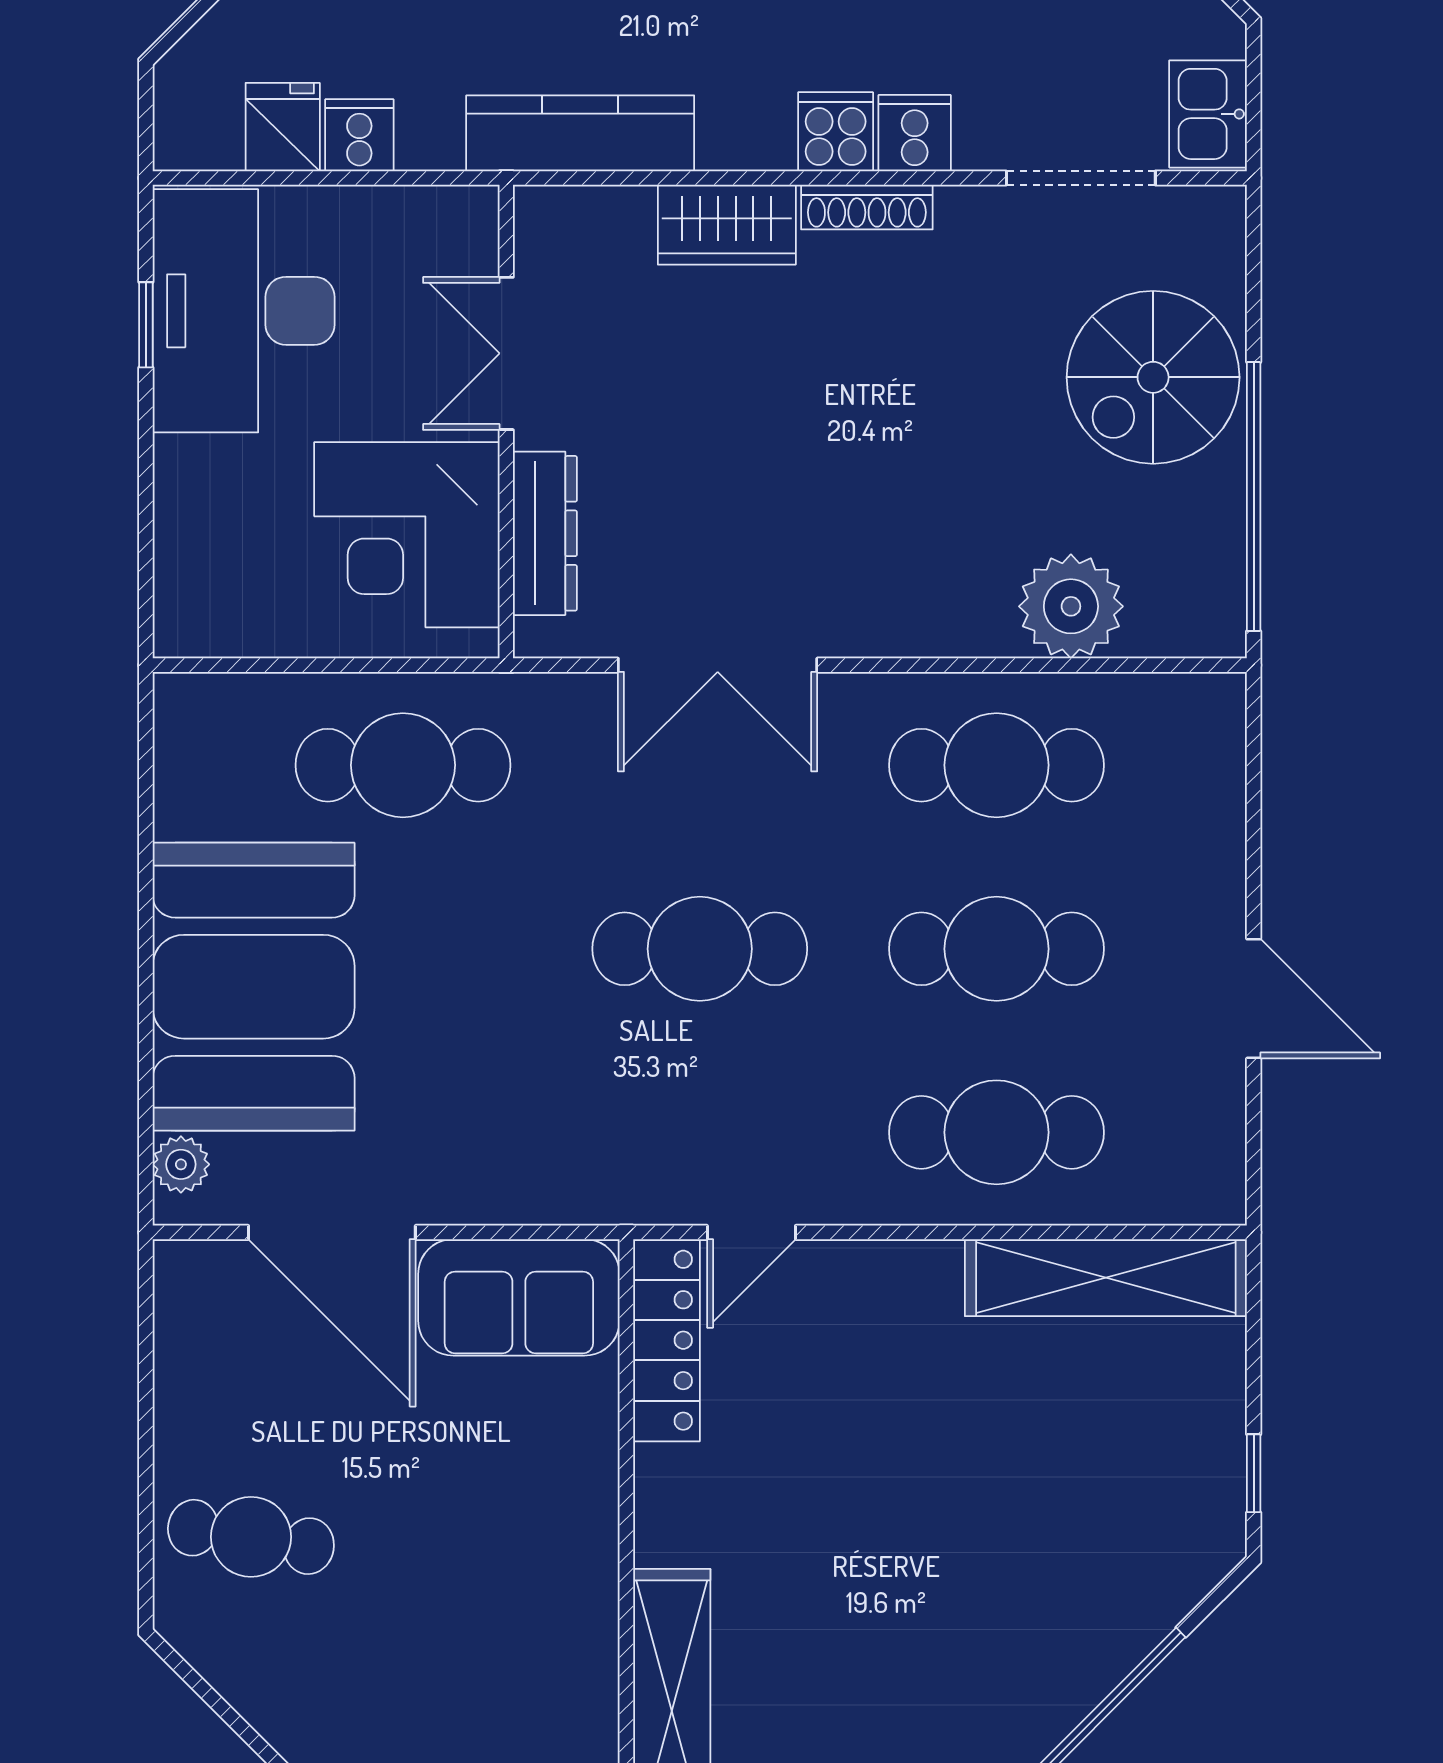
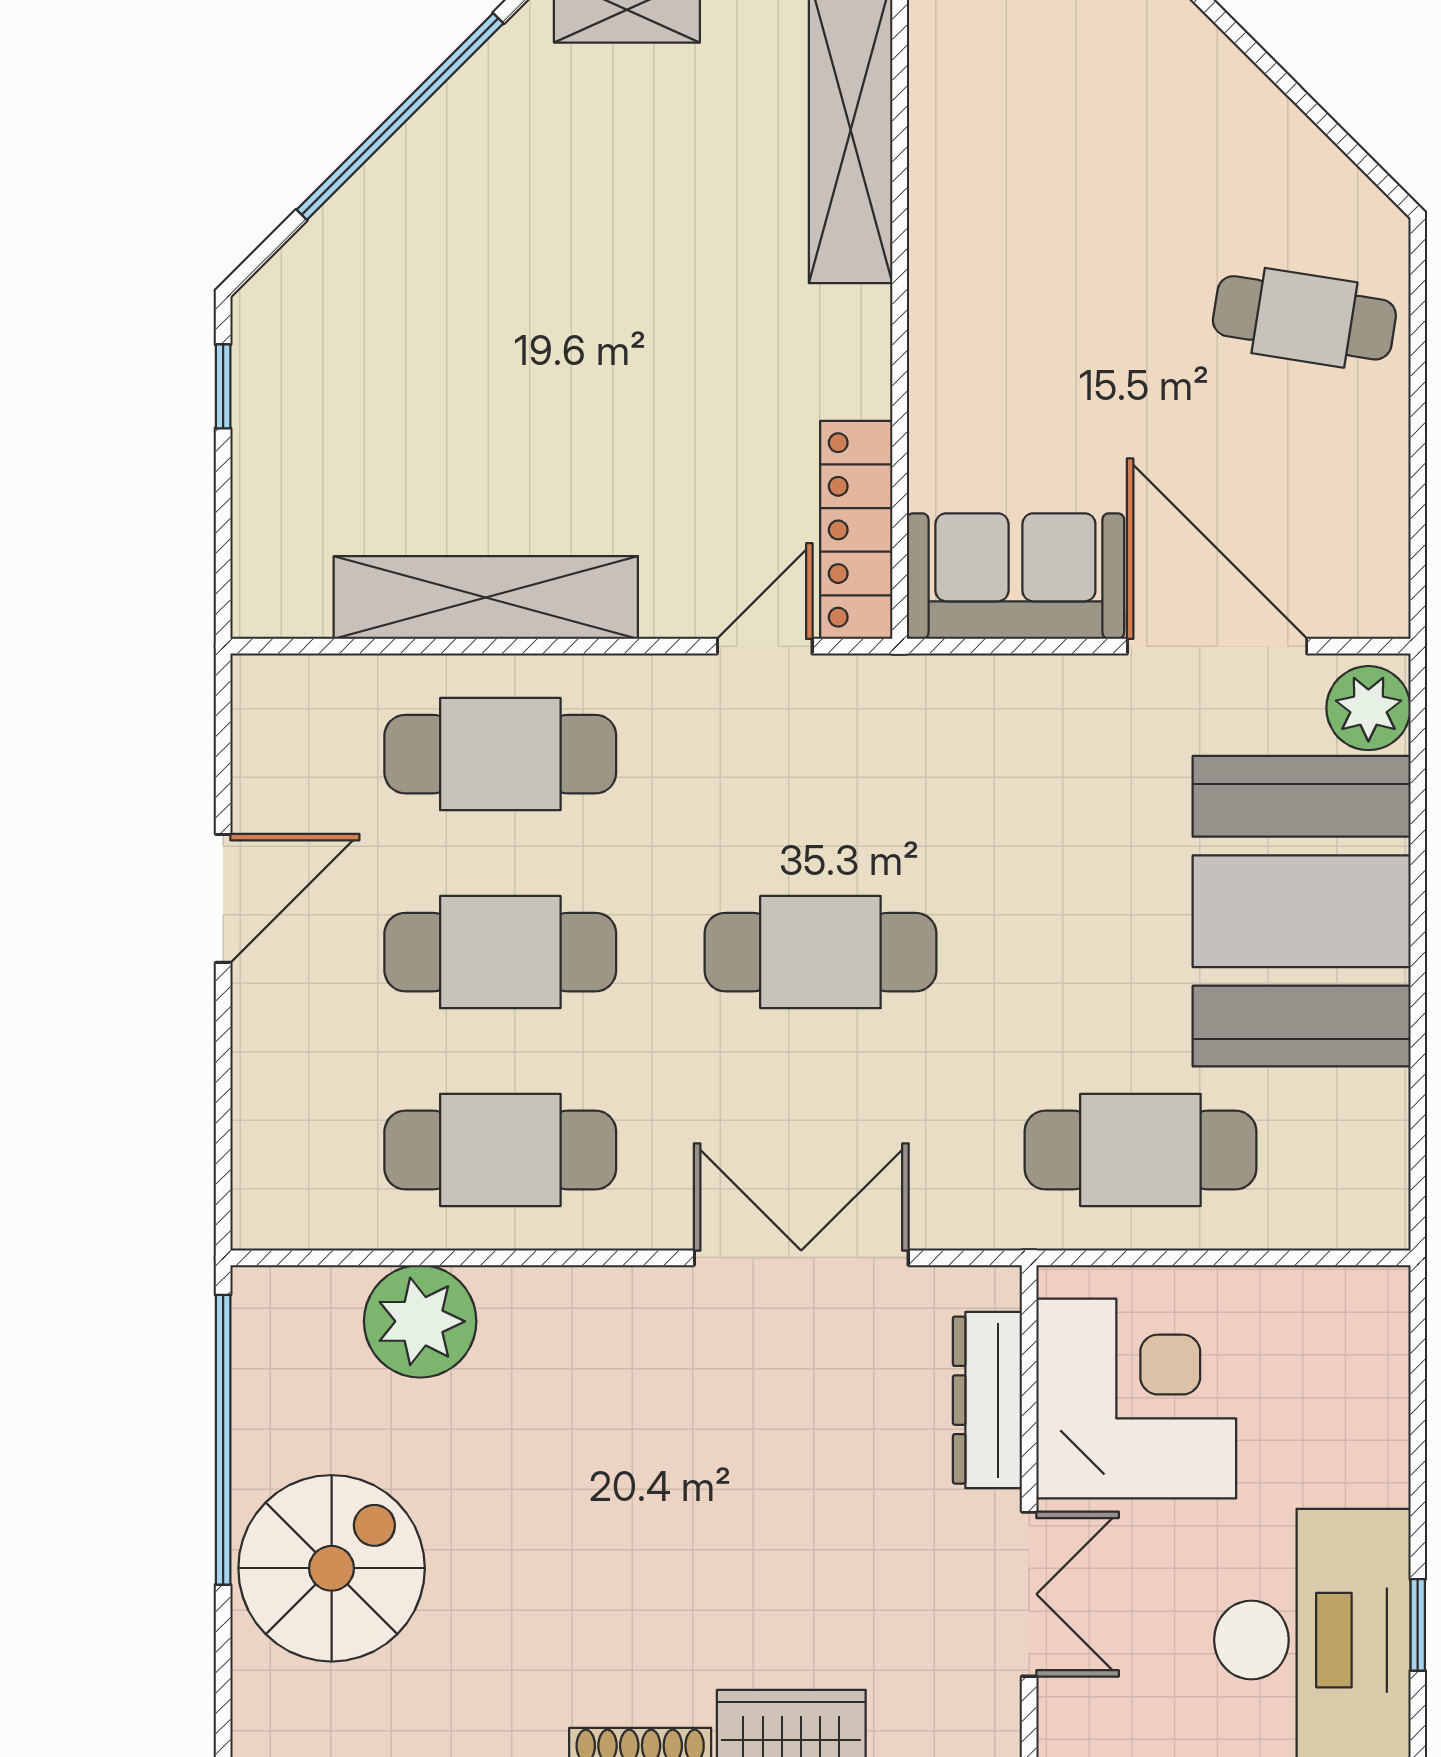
door: (1254, 999) -> (223, 898), swing flipped
plant: (181, 1164) -> (1368, 708), width x1.38, depth x1.38
shelving: (1106, 1278) -> (486, 597), moved

